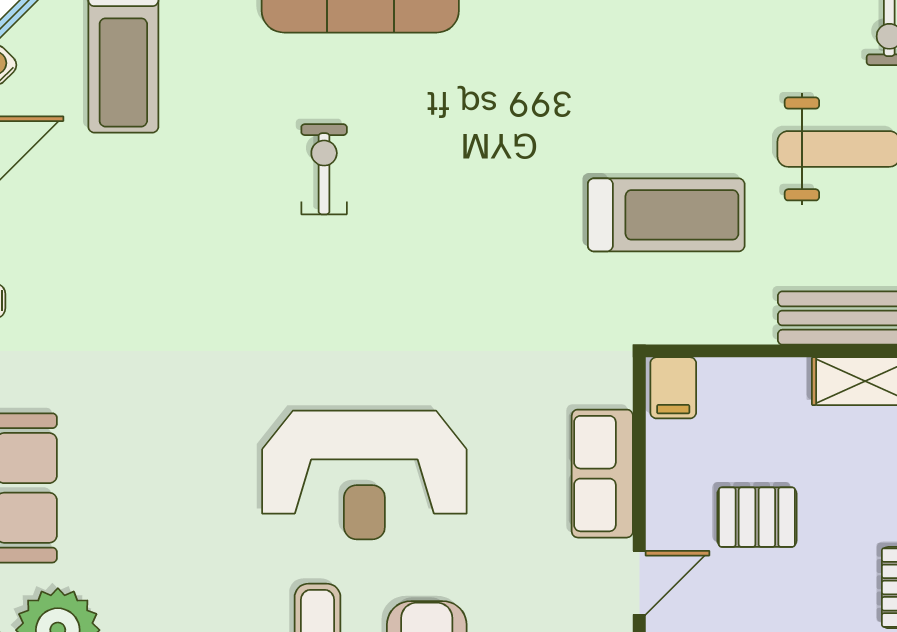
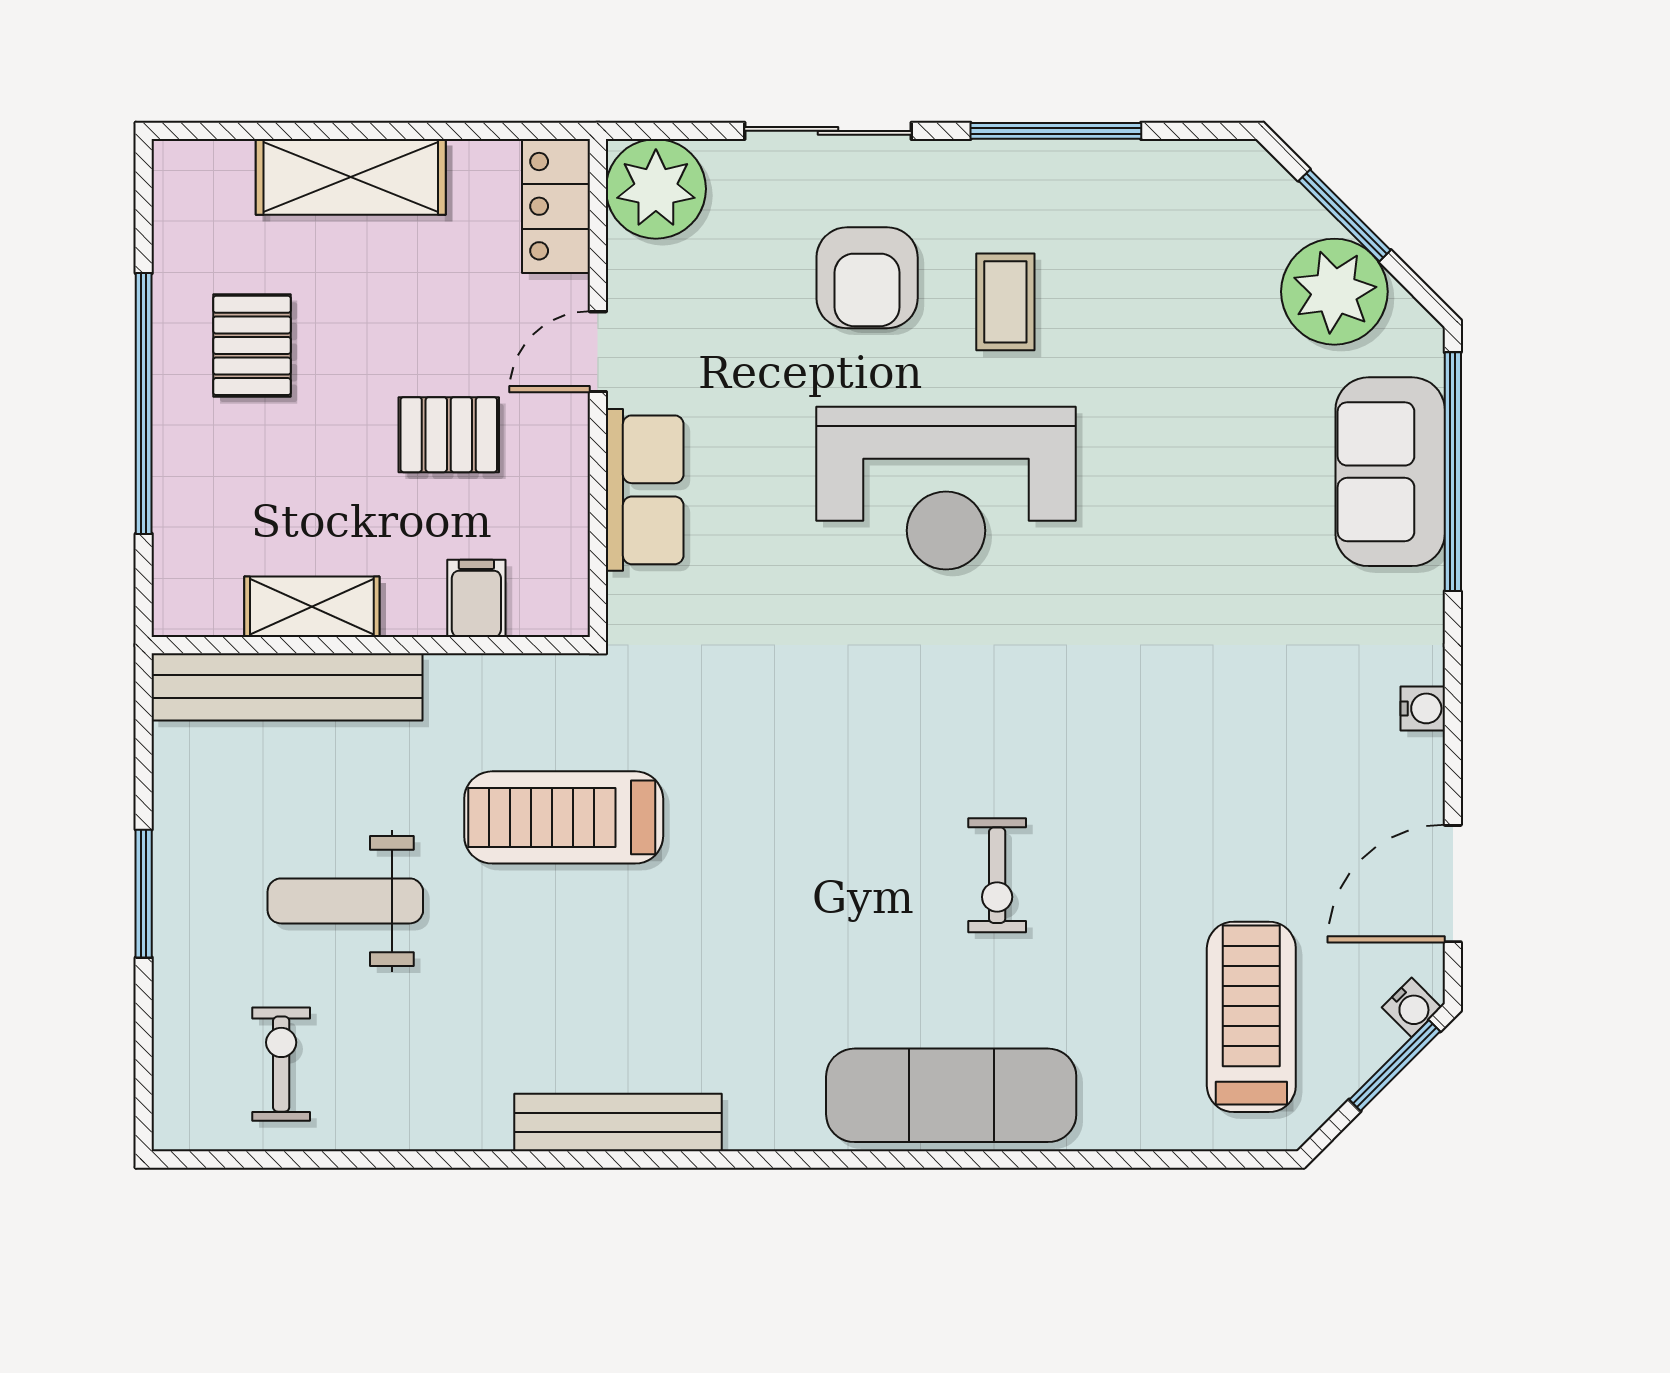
filing cabinet: (673, 388) -> (476, 598), moved
reception desk: (364, 475) -> (946, 488), turned 180

